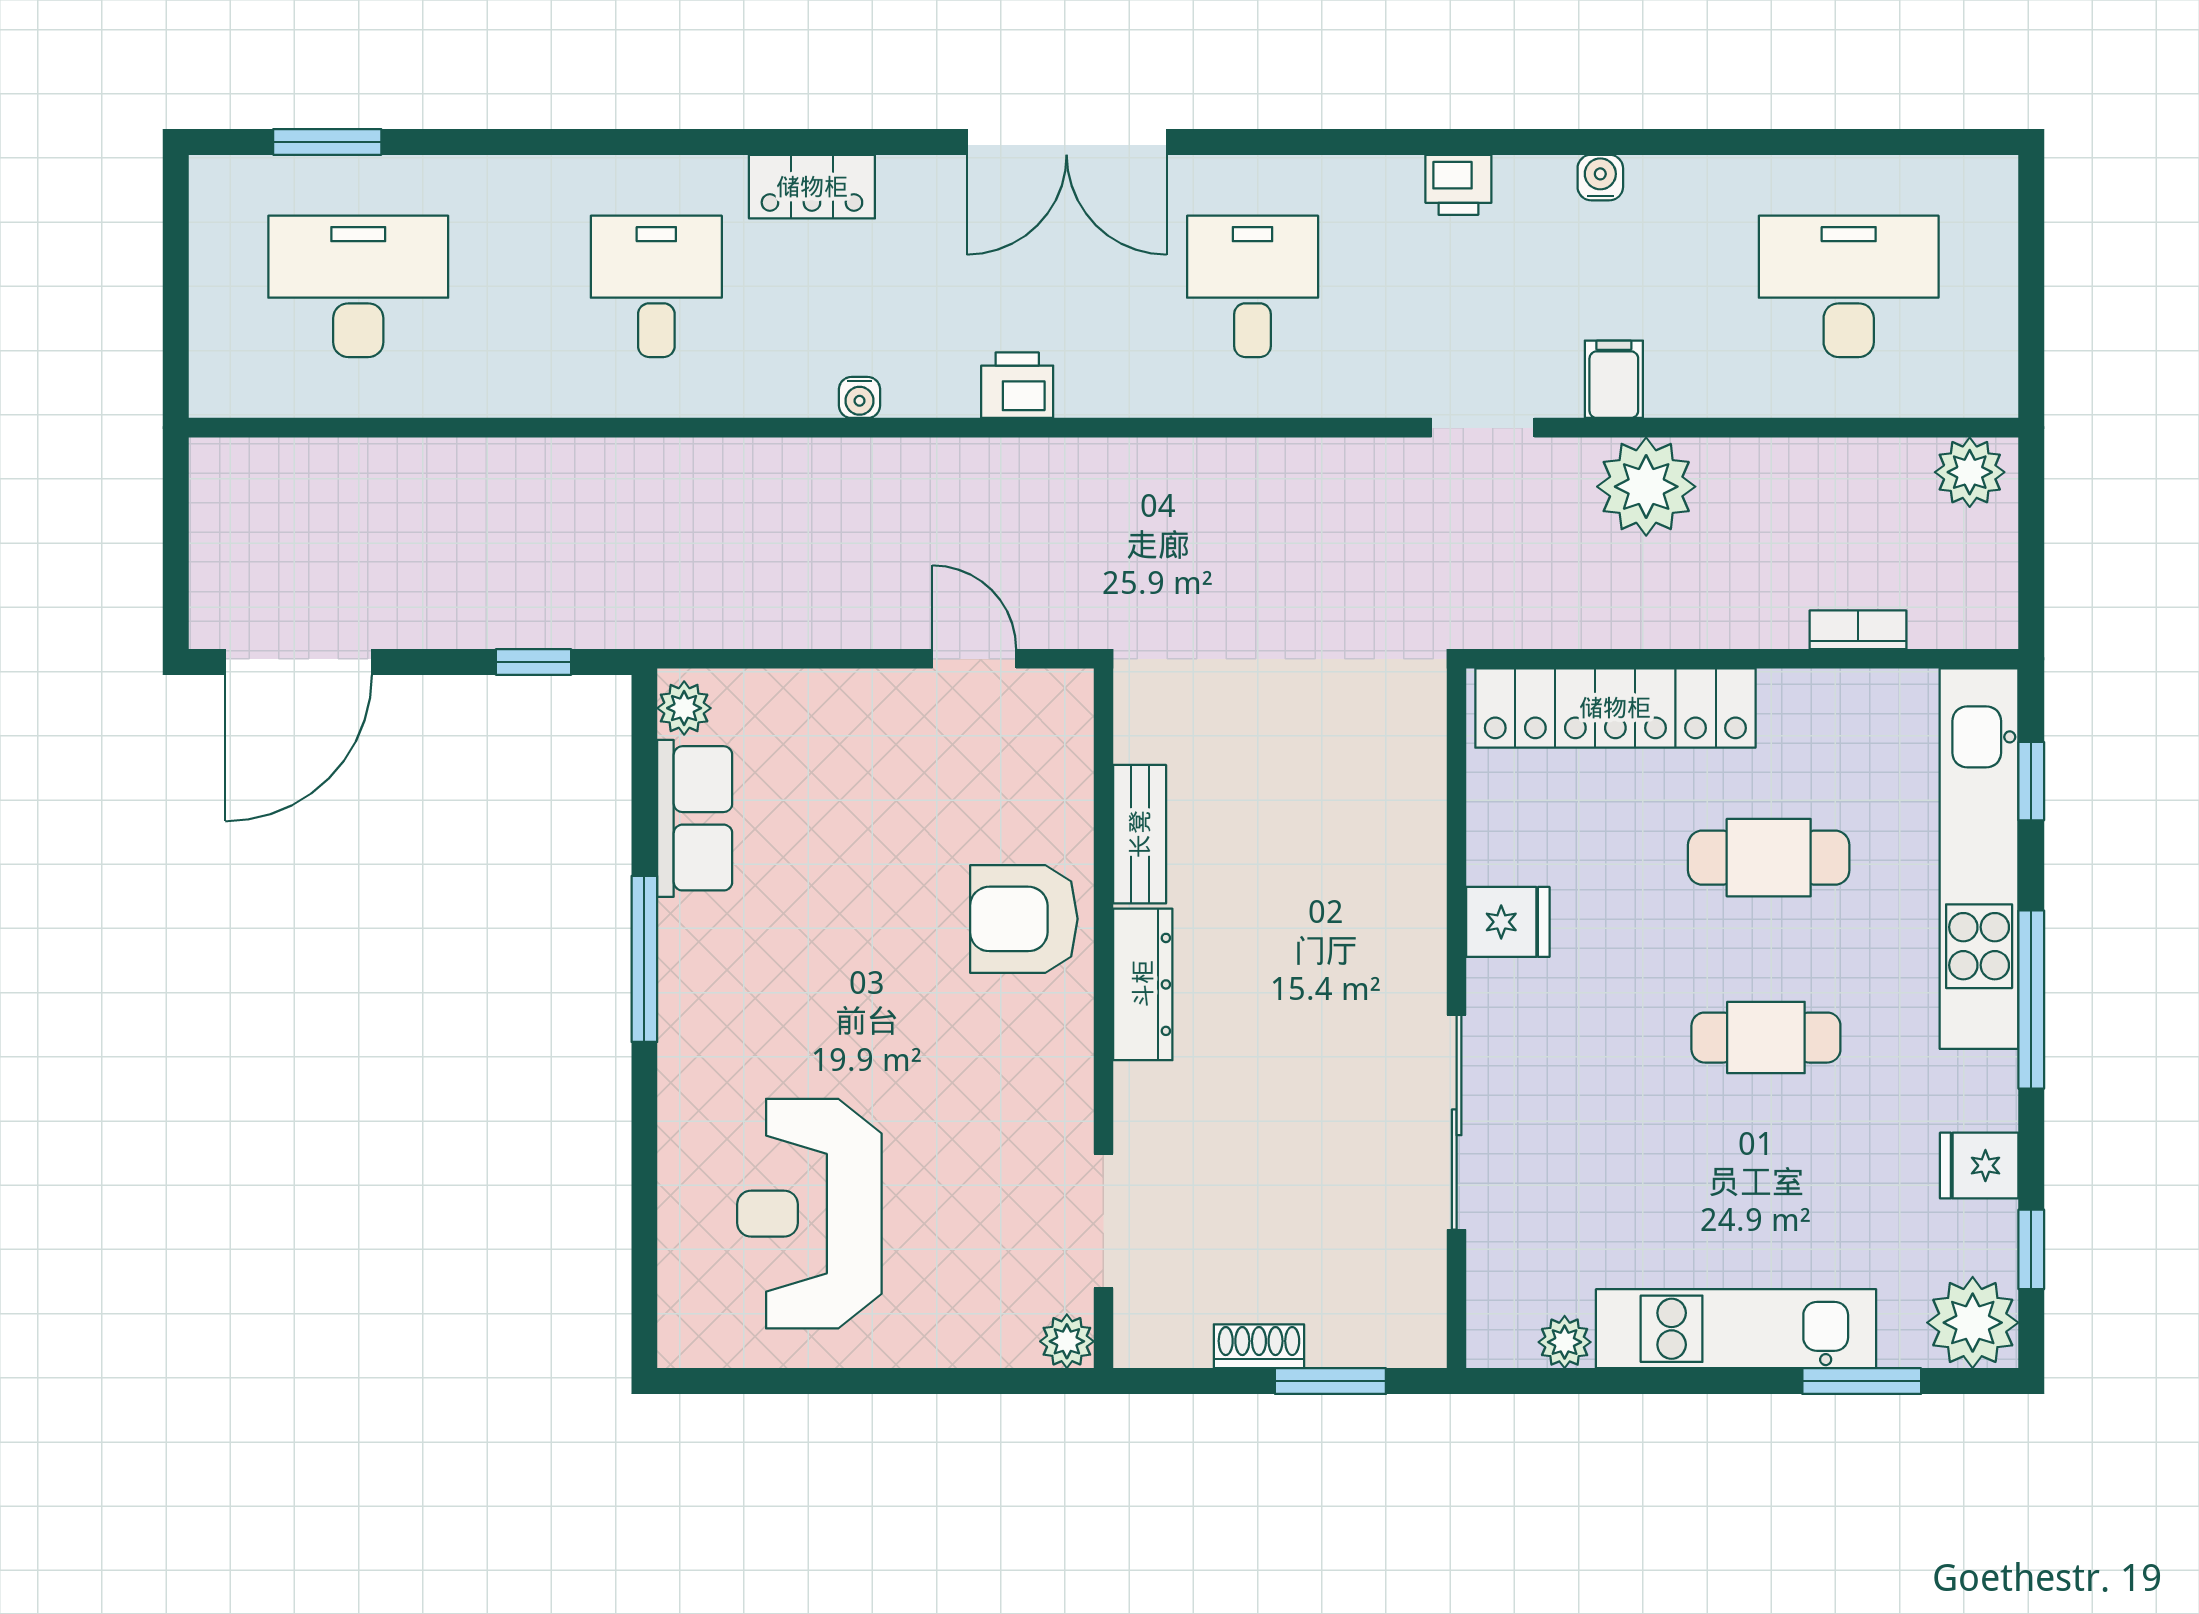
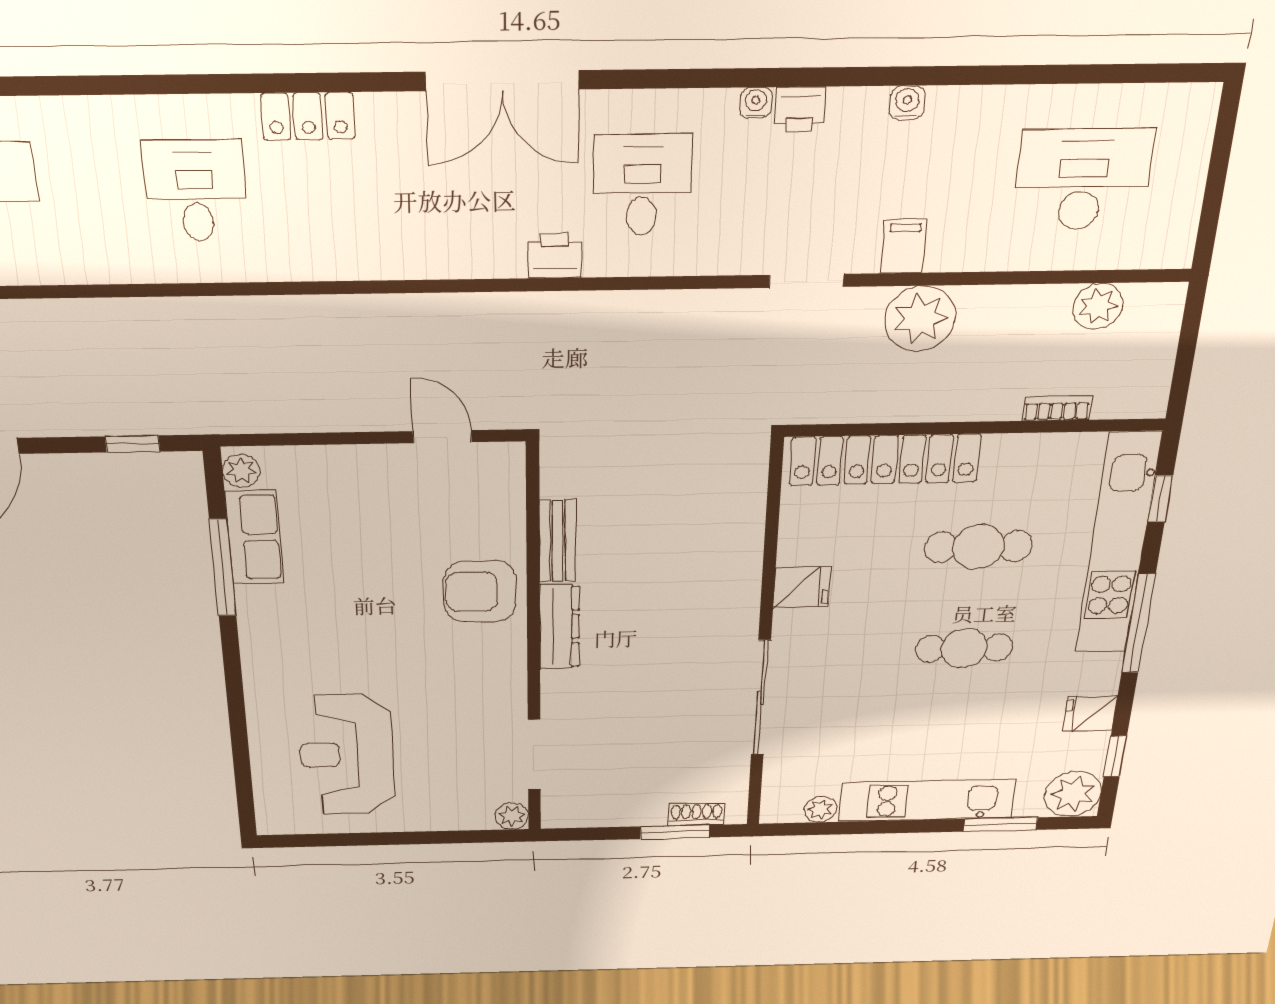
printer: (1017, 385) -> (555, 256), moved
water cooler: (860, 397) -> (756, 103), moved, turned 180
plant: (1970, 472) -> (1098, 306), moved
window: (644, 959) -> (223, 568), moved
shoe rack: (1259, 1346) -> (696, 814), moved

